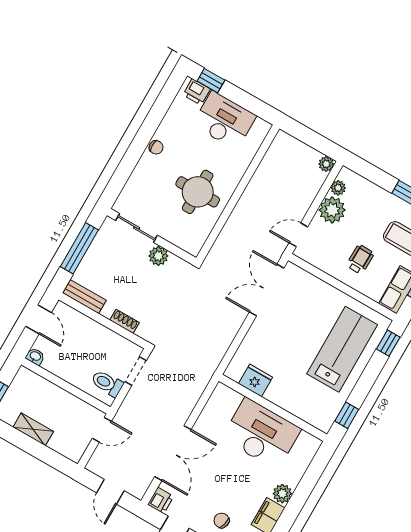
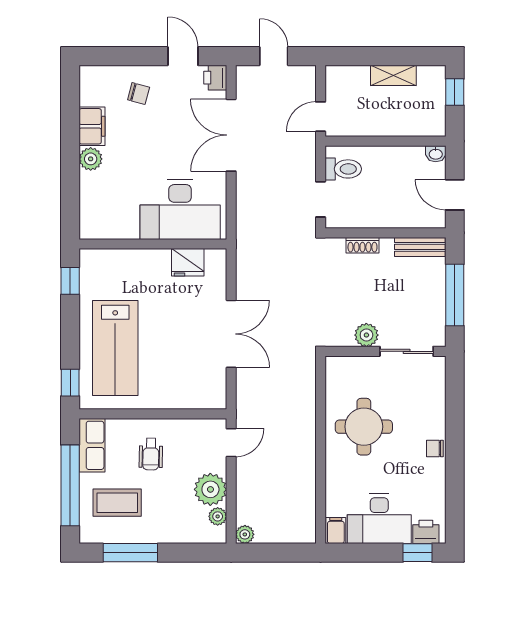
filing cabinet: (260, 130) -> (336, 531), added
double door: (267, 290) -> (231, 334), moved
desk: (261, 434) -> (180, 210), moved

